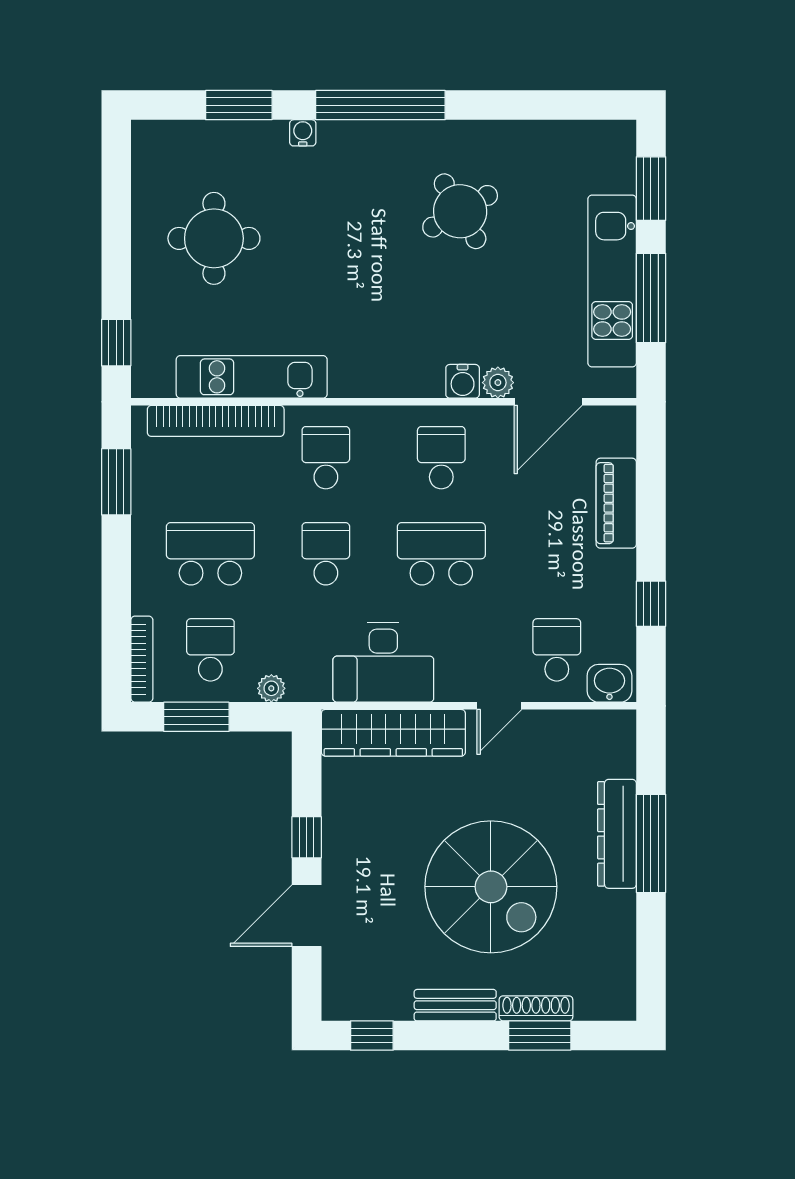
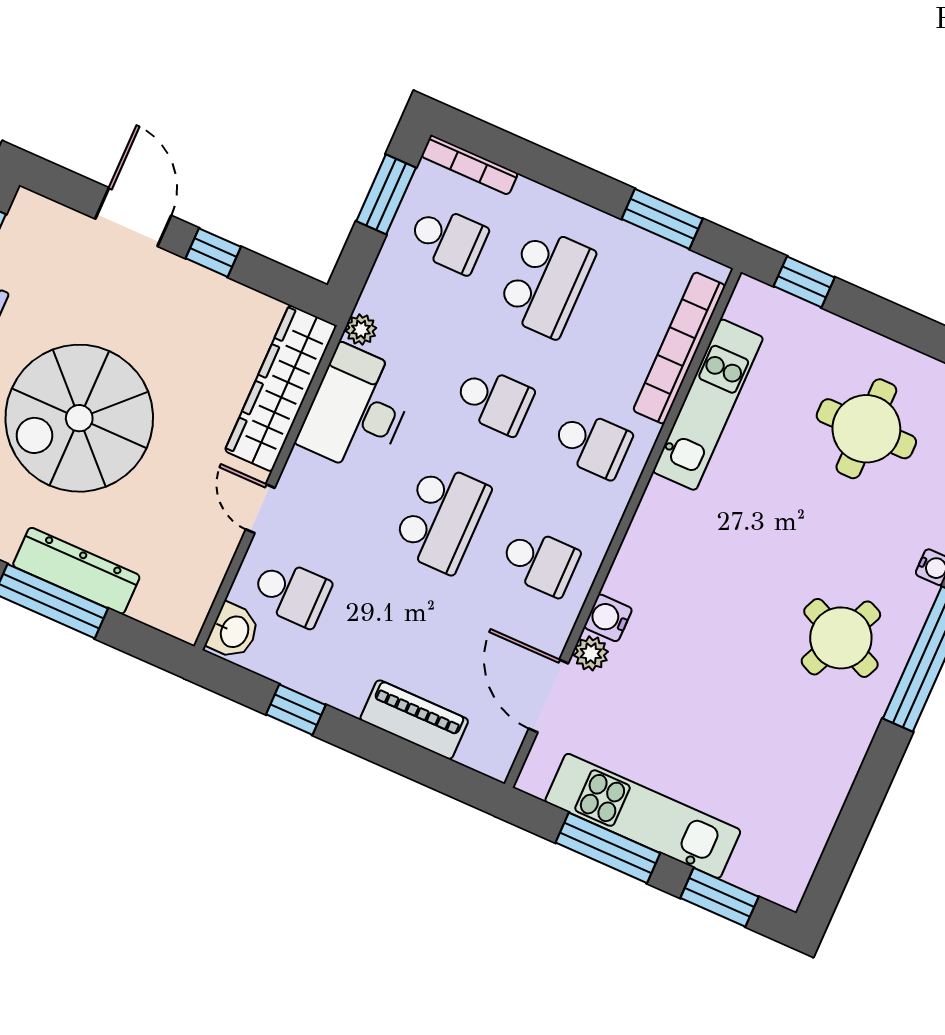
round table: (460, 211) -> (841, 638), moved, turned -36
plant: (271, 688) -> (361, 330), moved

